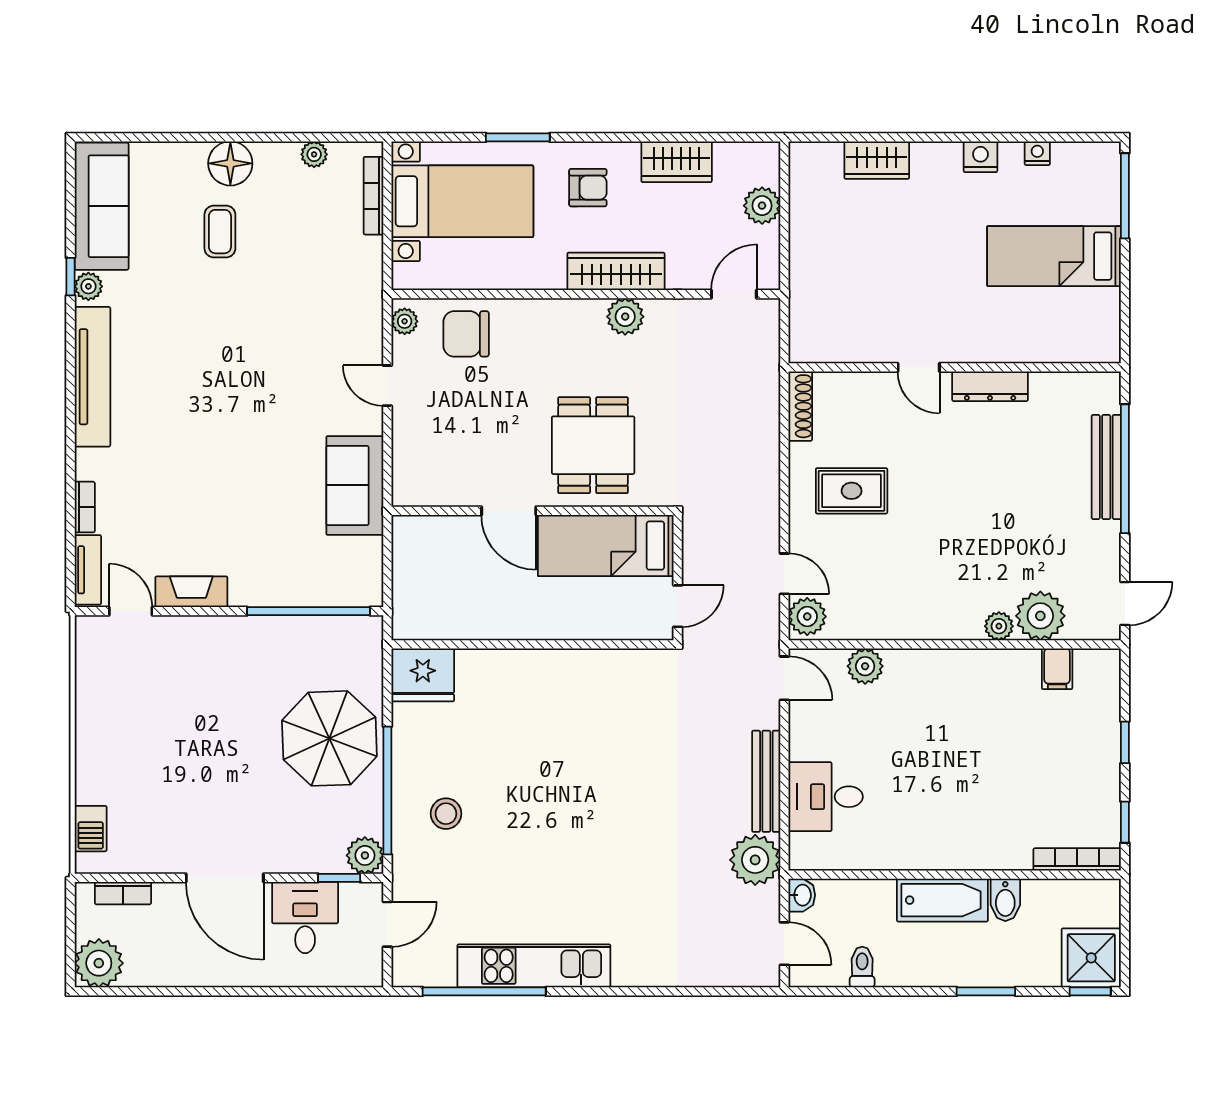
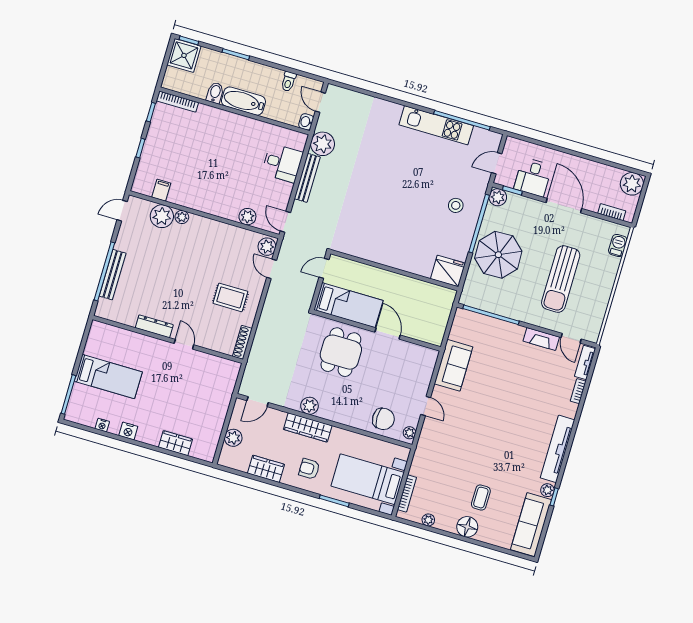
sun lounger: (187, 726) -> (561, 279), added

